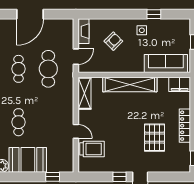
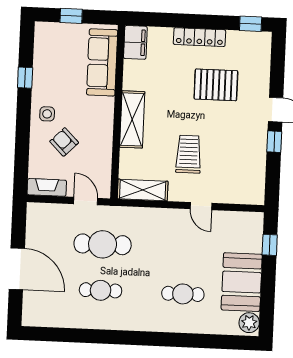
side table: (142, 30) -> (47, 114), moved
shelving: (130, 85) -> (132, 119), width x0.68
door: (76, 131) -> (201, 206), swing flipped
trolley: (92, 149) -> (189, 154), moved

